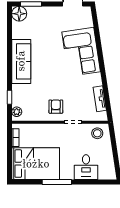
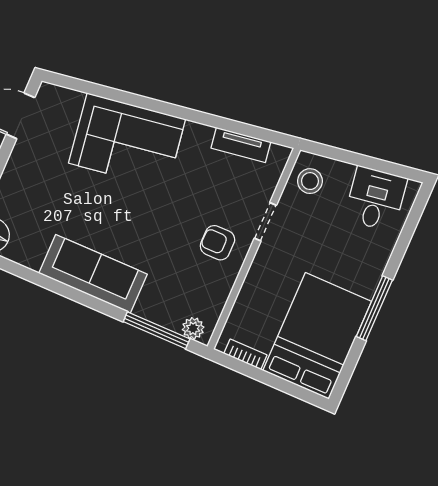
window: (9, 97) -> (157, 330), width x2.17
desk: (86, 167) -> (376, 199), moved, turned -99

